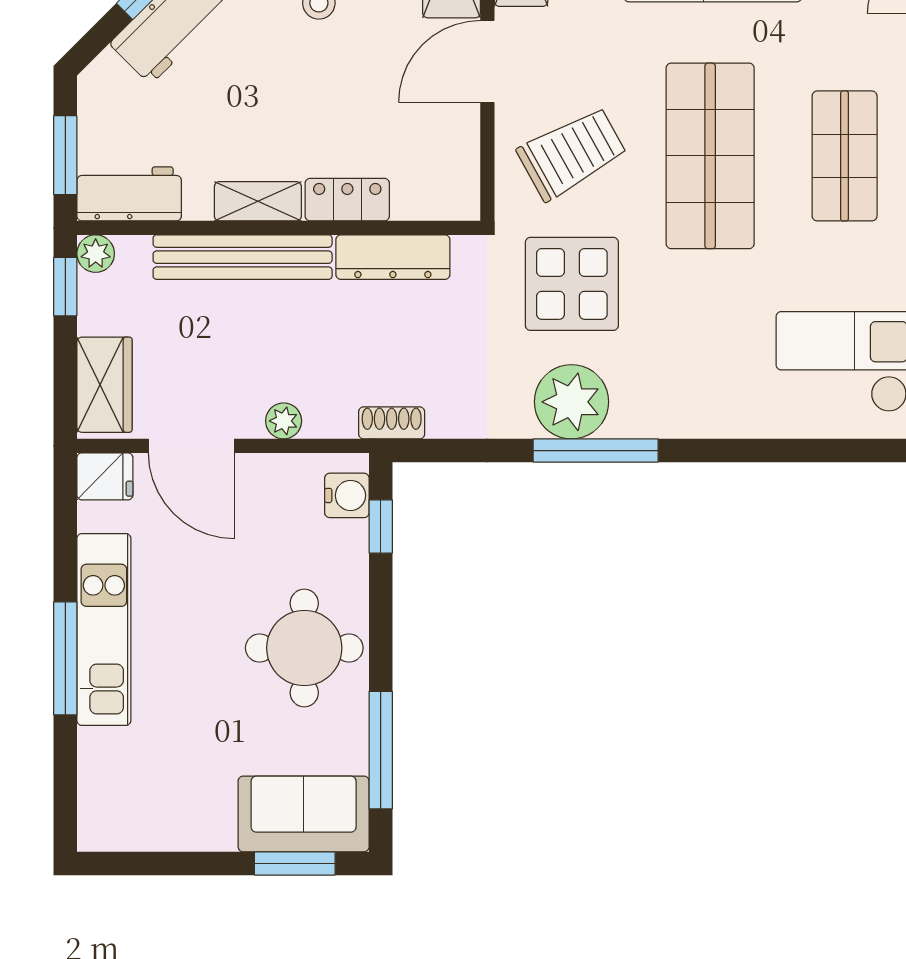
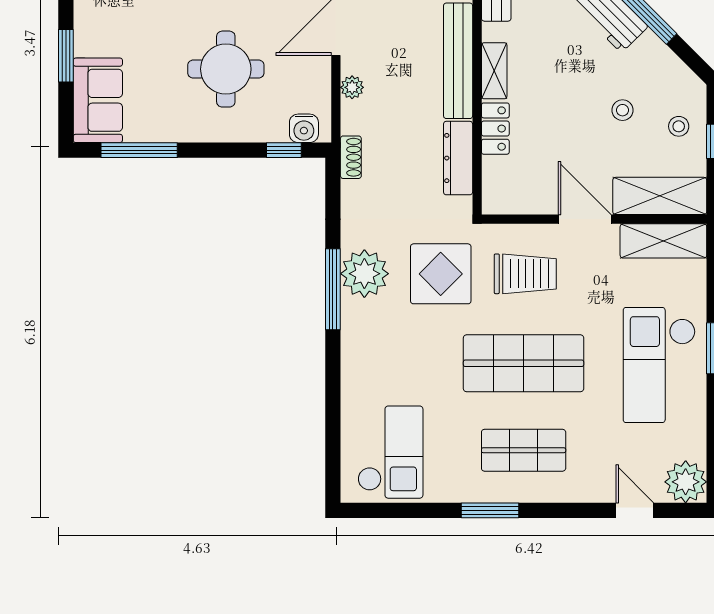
trolley: (572, 153) -> (525, 274), turned -61
round table: (304, 648) -> (226, 69), moved
window: (295, 863) -> (66, 56), moved

